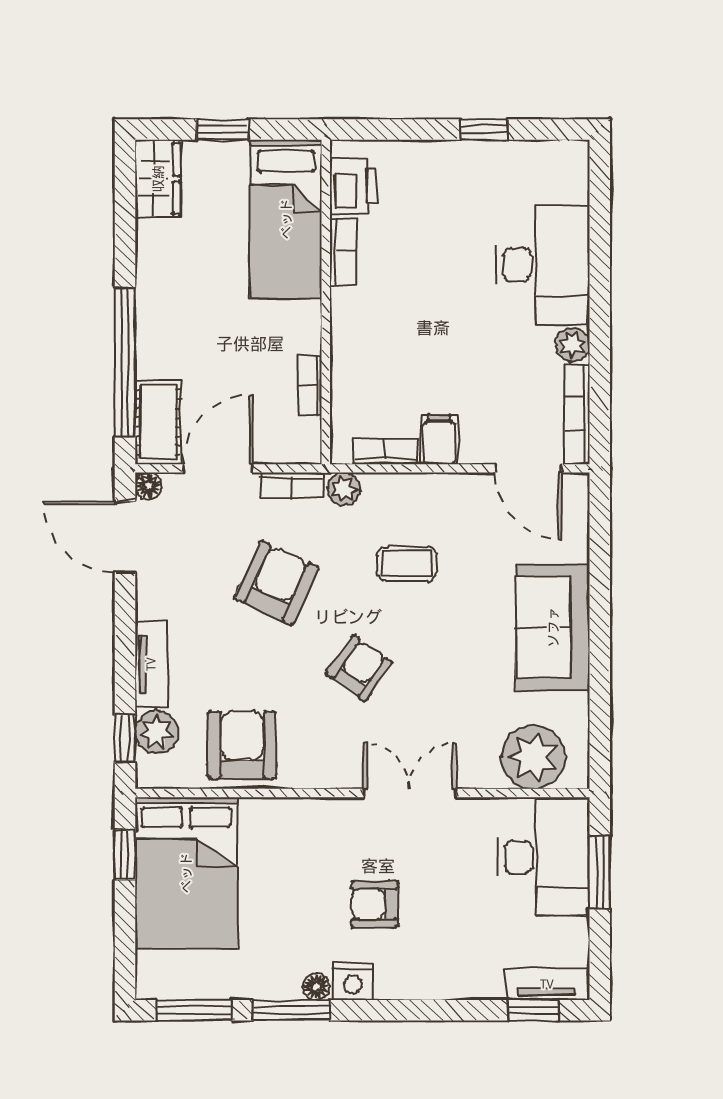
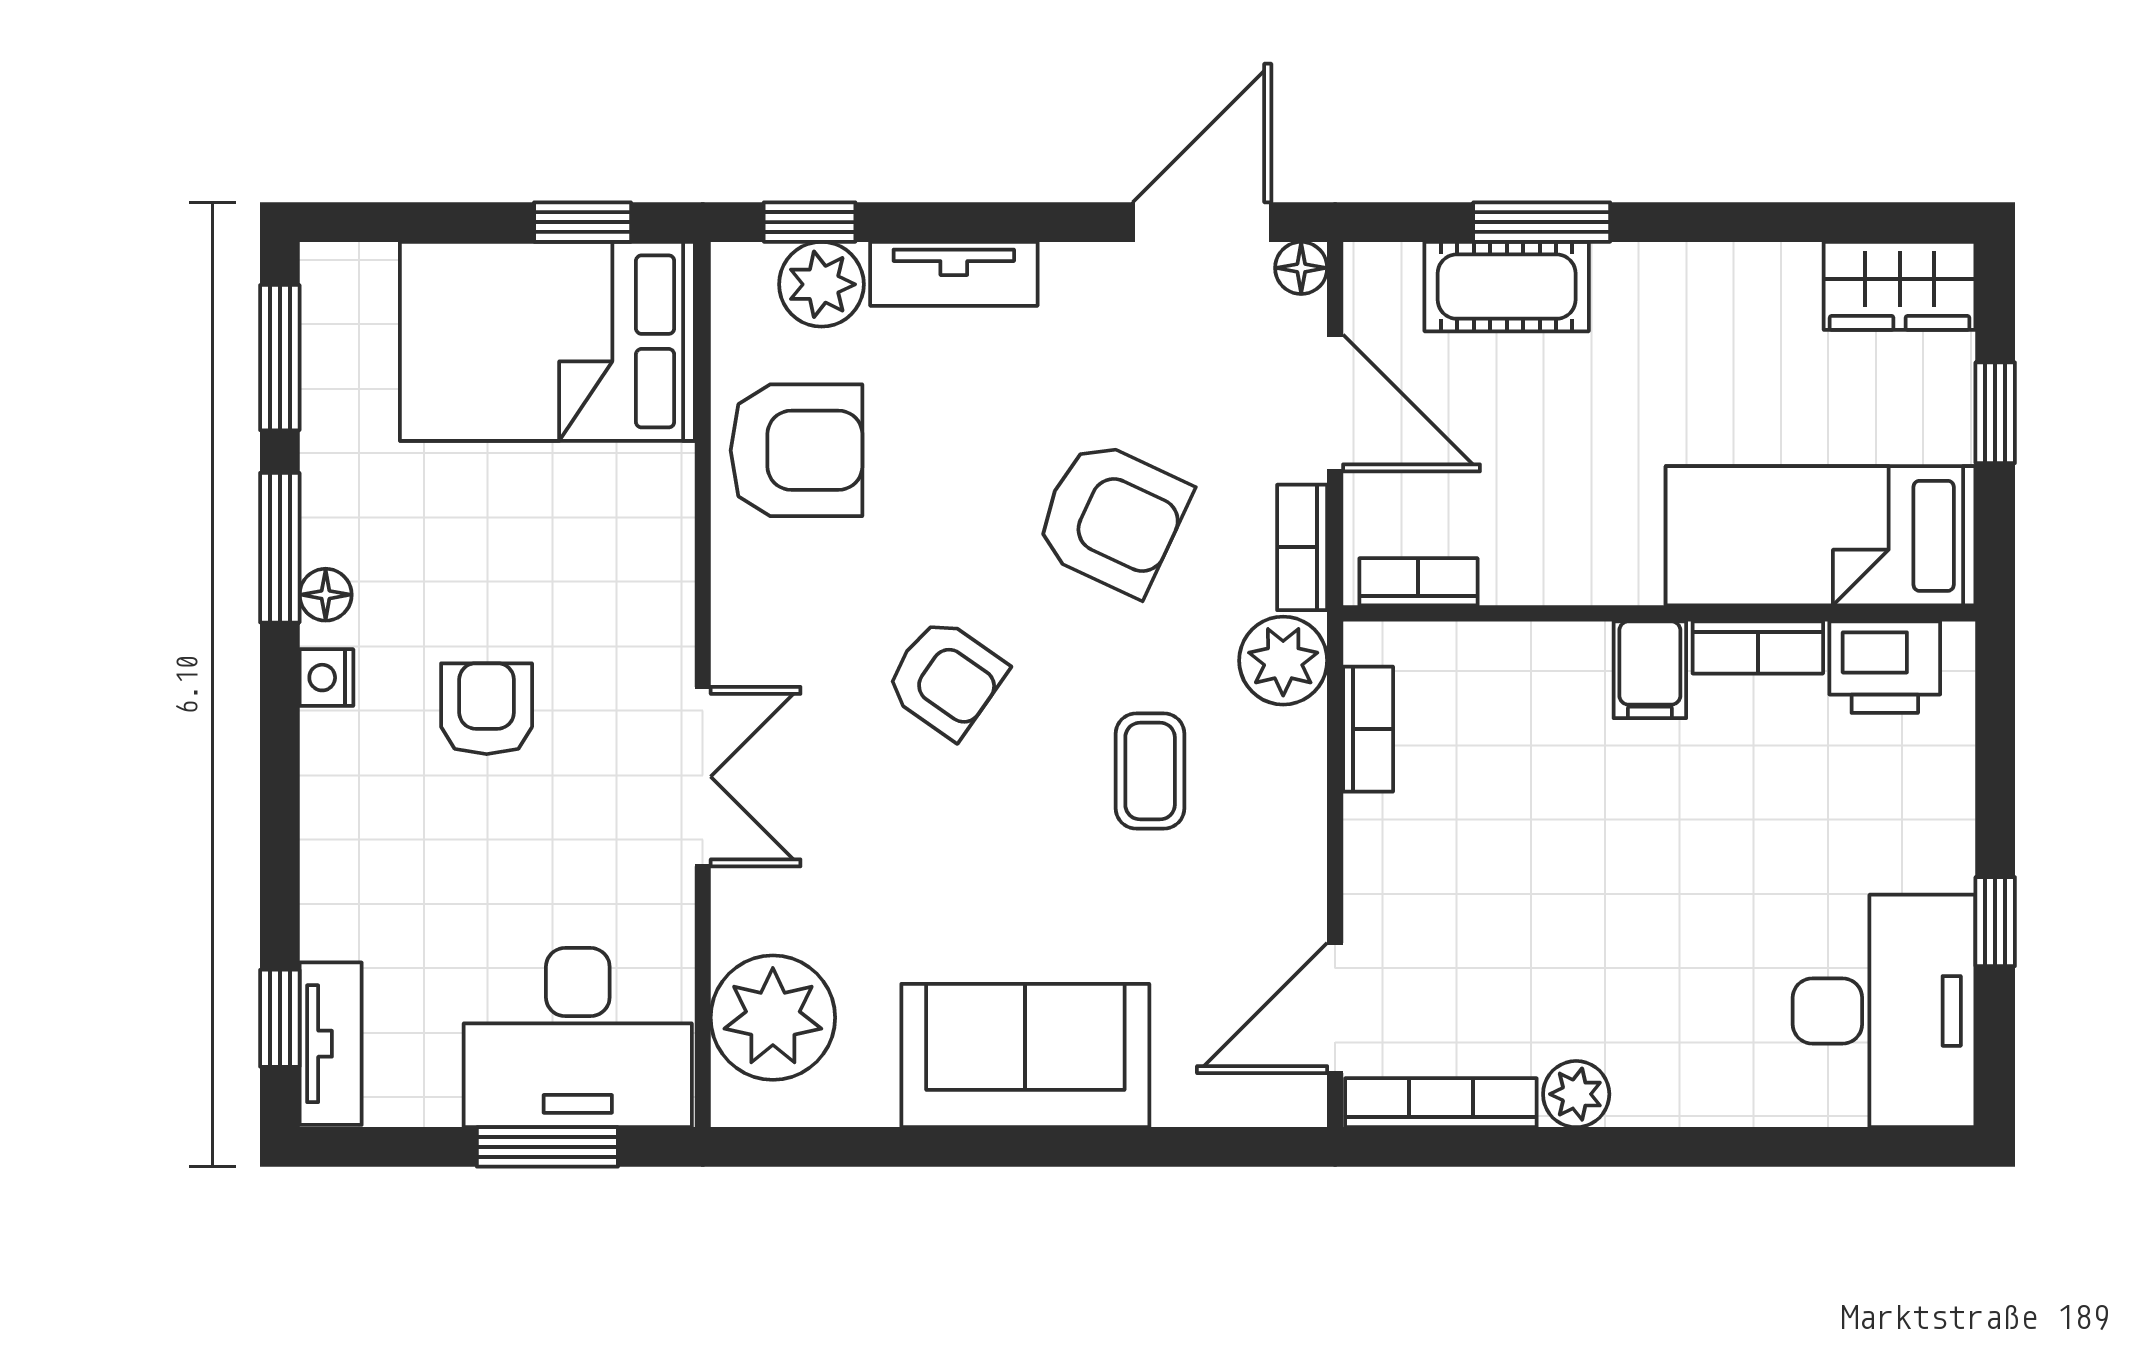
desk: (543, 265) -> (1884, 1011), moved, turned -90
window: (125, 362) -> (1542, 222), width x0.47
bookcase: (310, 386) -> (1418, 582), moved
cot: (158, 422) -> (1507, 287), moved
filing cabinet: (439, 439) -> (1650, 670), moved, turned 90
plant: (344, 489) -> (1283, 661), width x1.38, depth x1.38
nightstand: (353, 981) -> (326, 678), width x0.72, depth x0.74

